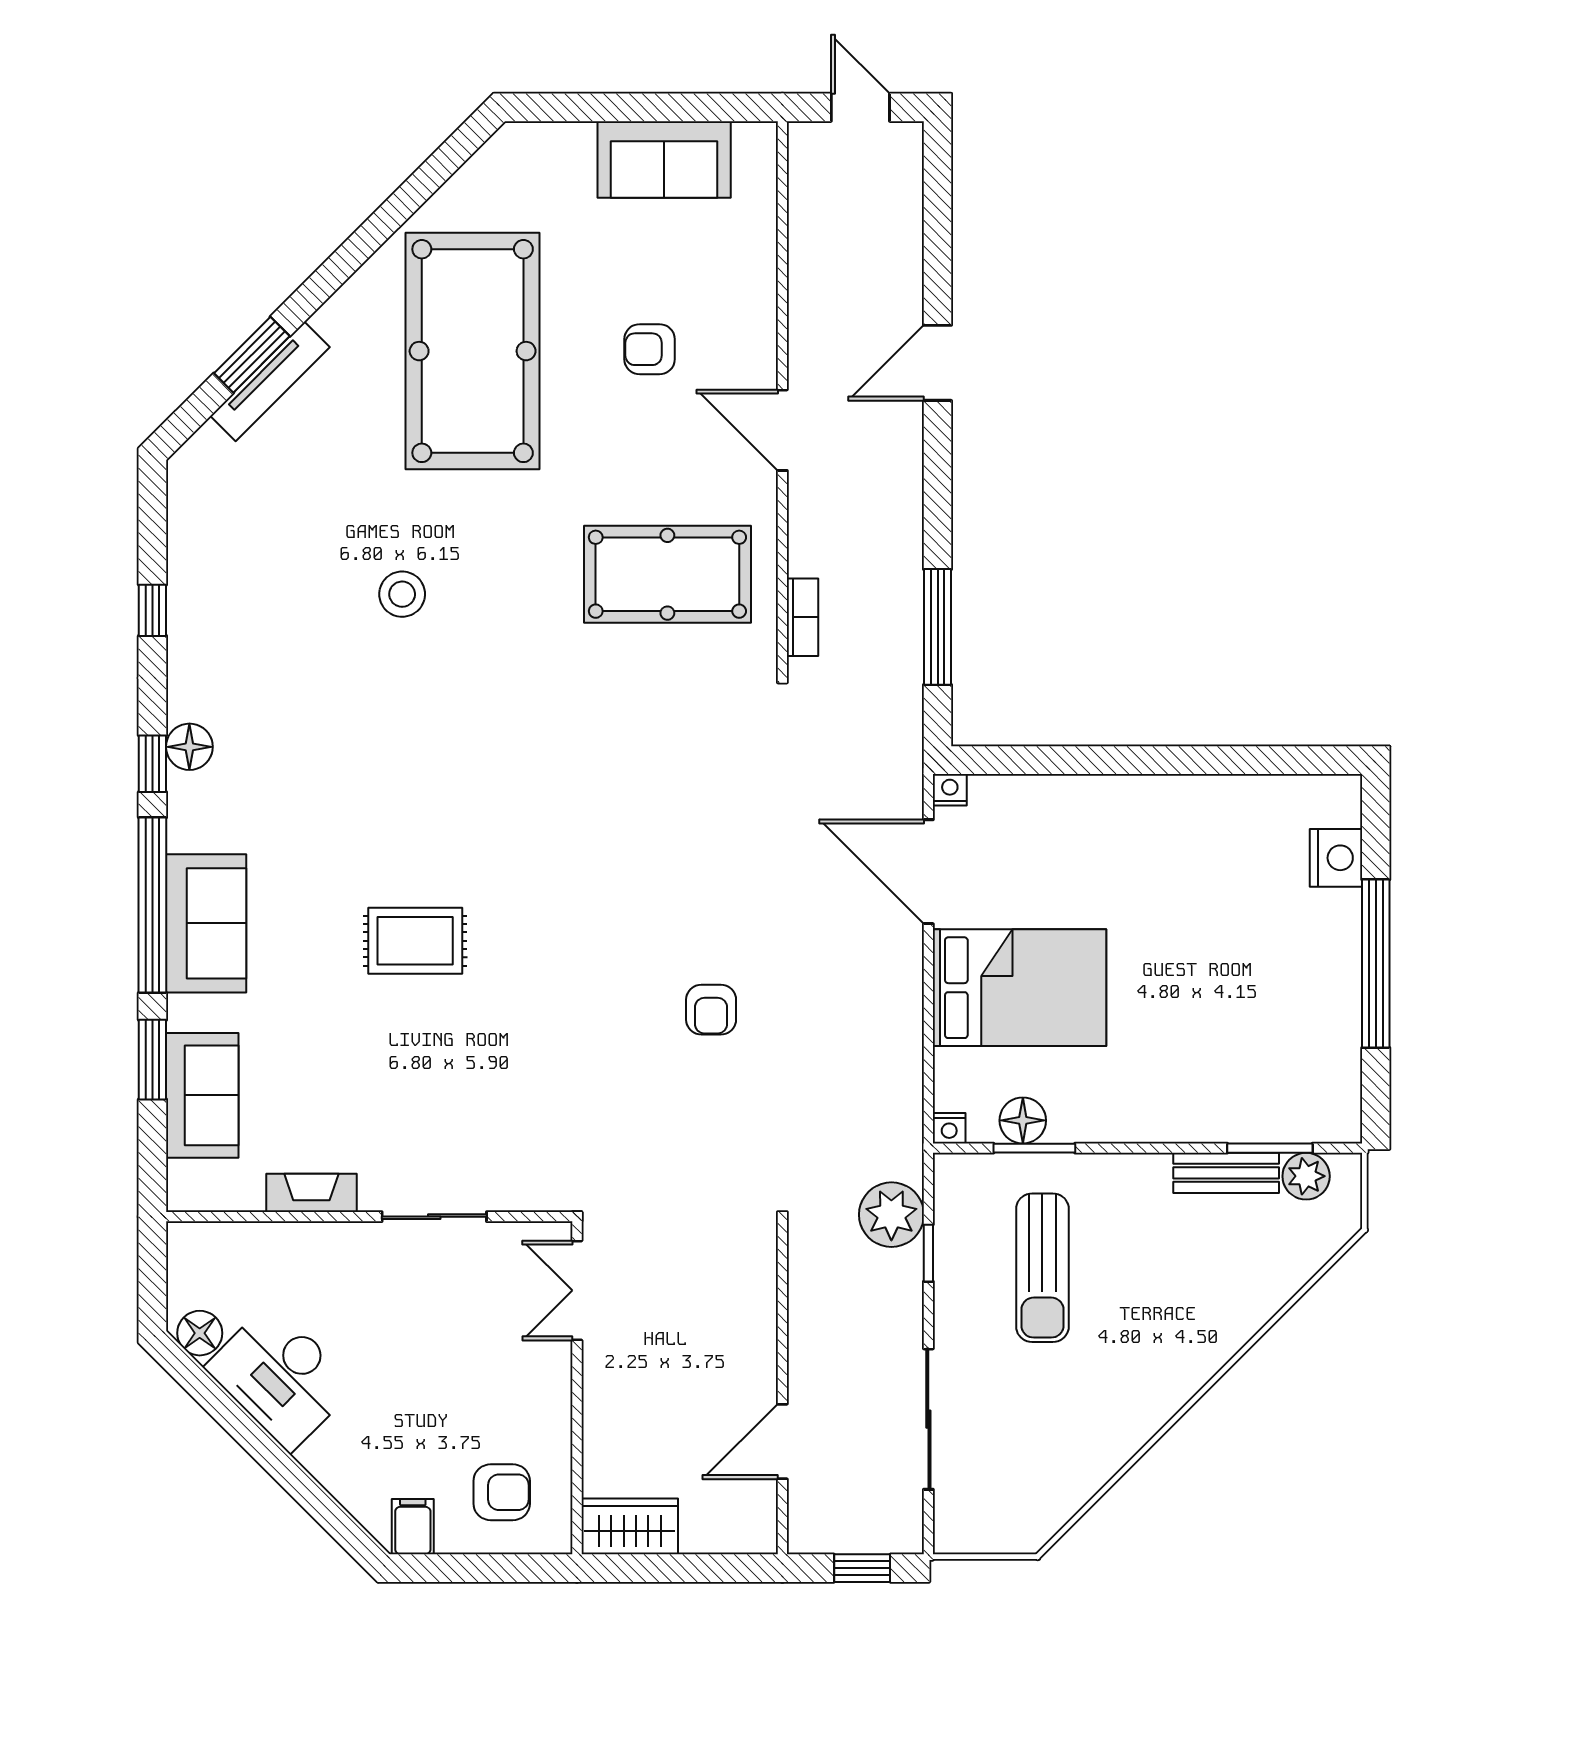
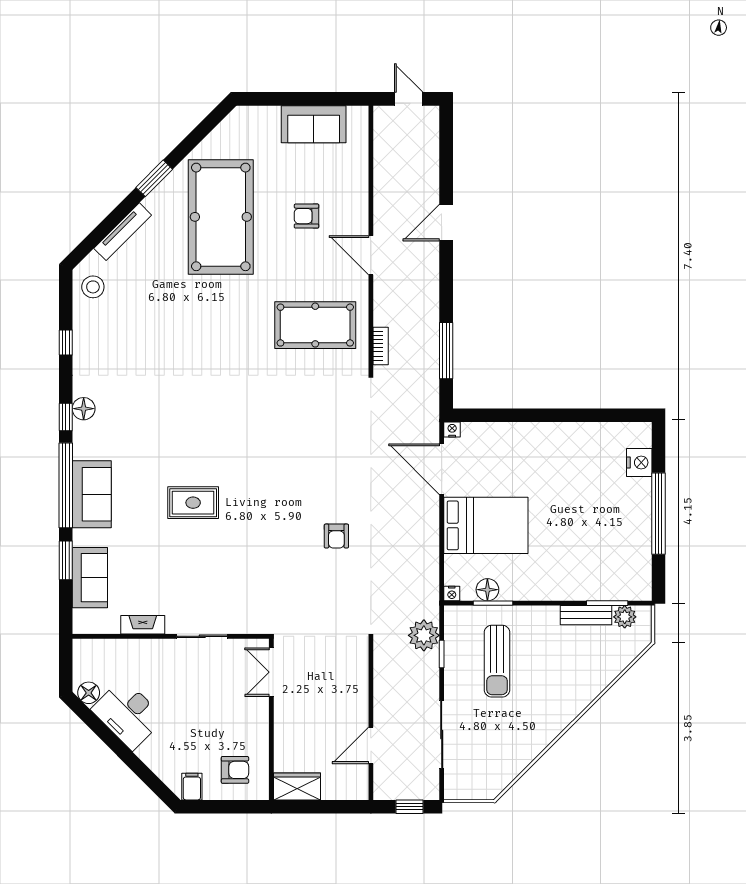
window: (252, 355) -> (154, 178), moved
stool: (402, 594) -> (93, 287), moved

